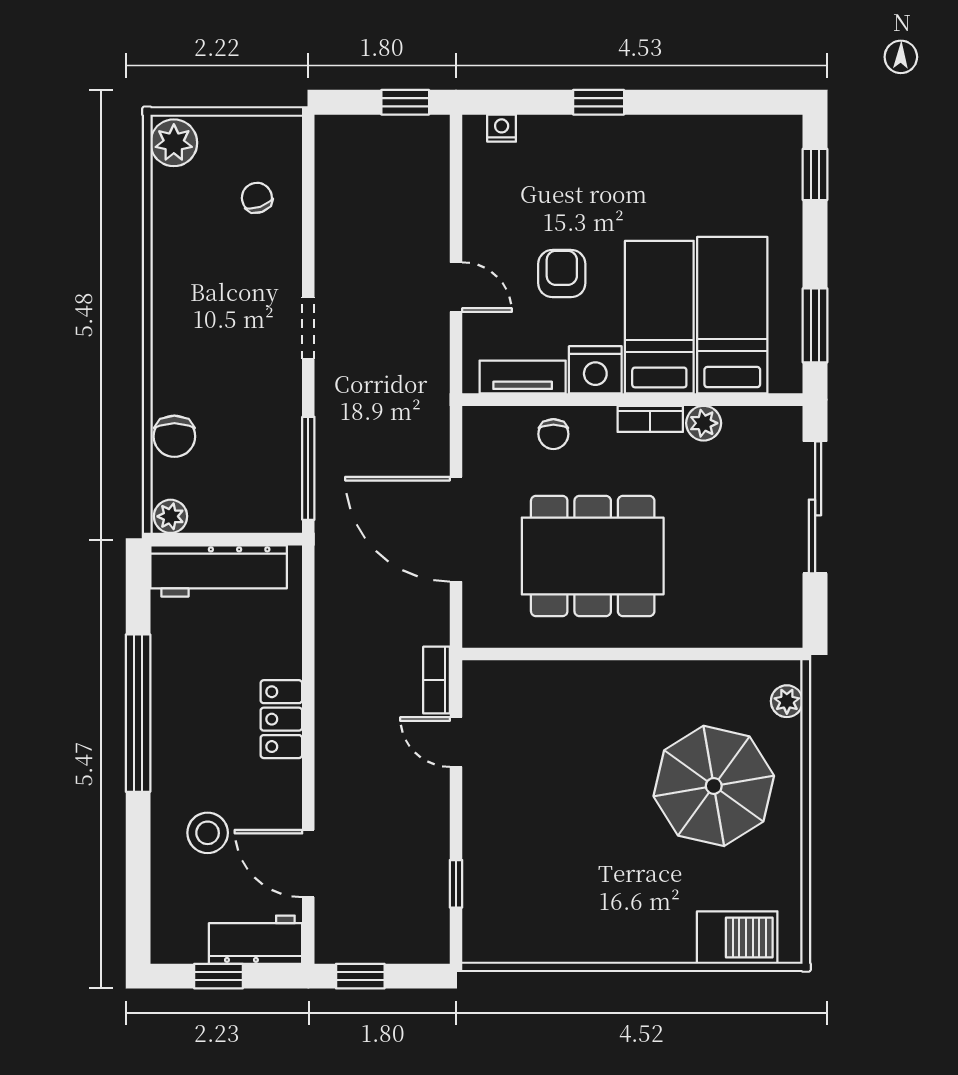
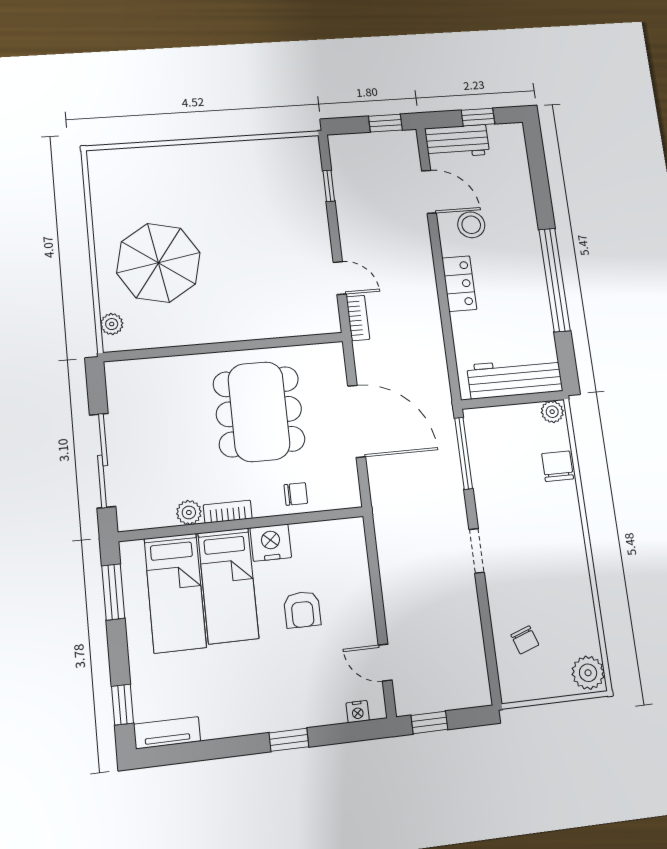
door: (456, 287) -> (385, 663), moved
tv unit: (523, 377) -> (167, 733), moved, turned 180
chair: (553, 434) -> (296, 494), turned 90
dining table: (593, 556) -> (259, 412), turned 90
stool: (208, 833) -> (471, 225), moved
barbecue: (737, 938) -> (133, 164), removed

